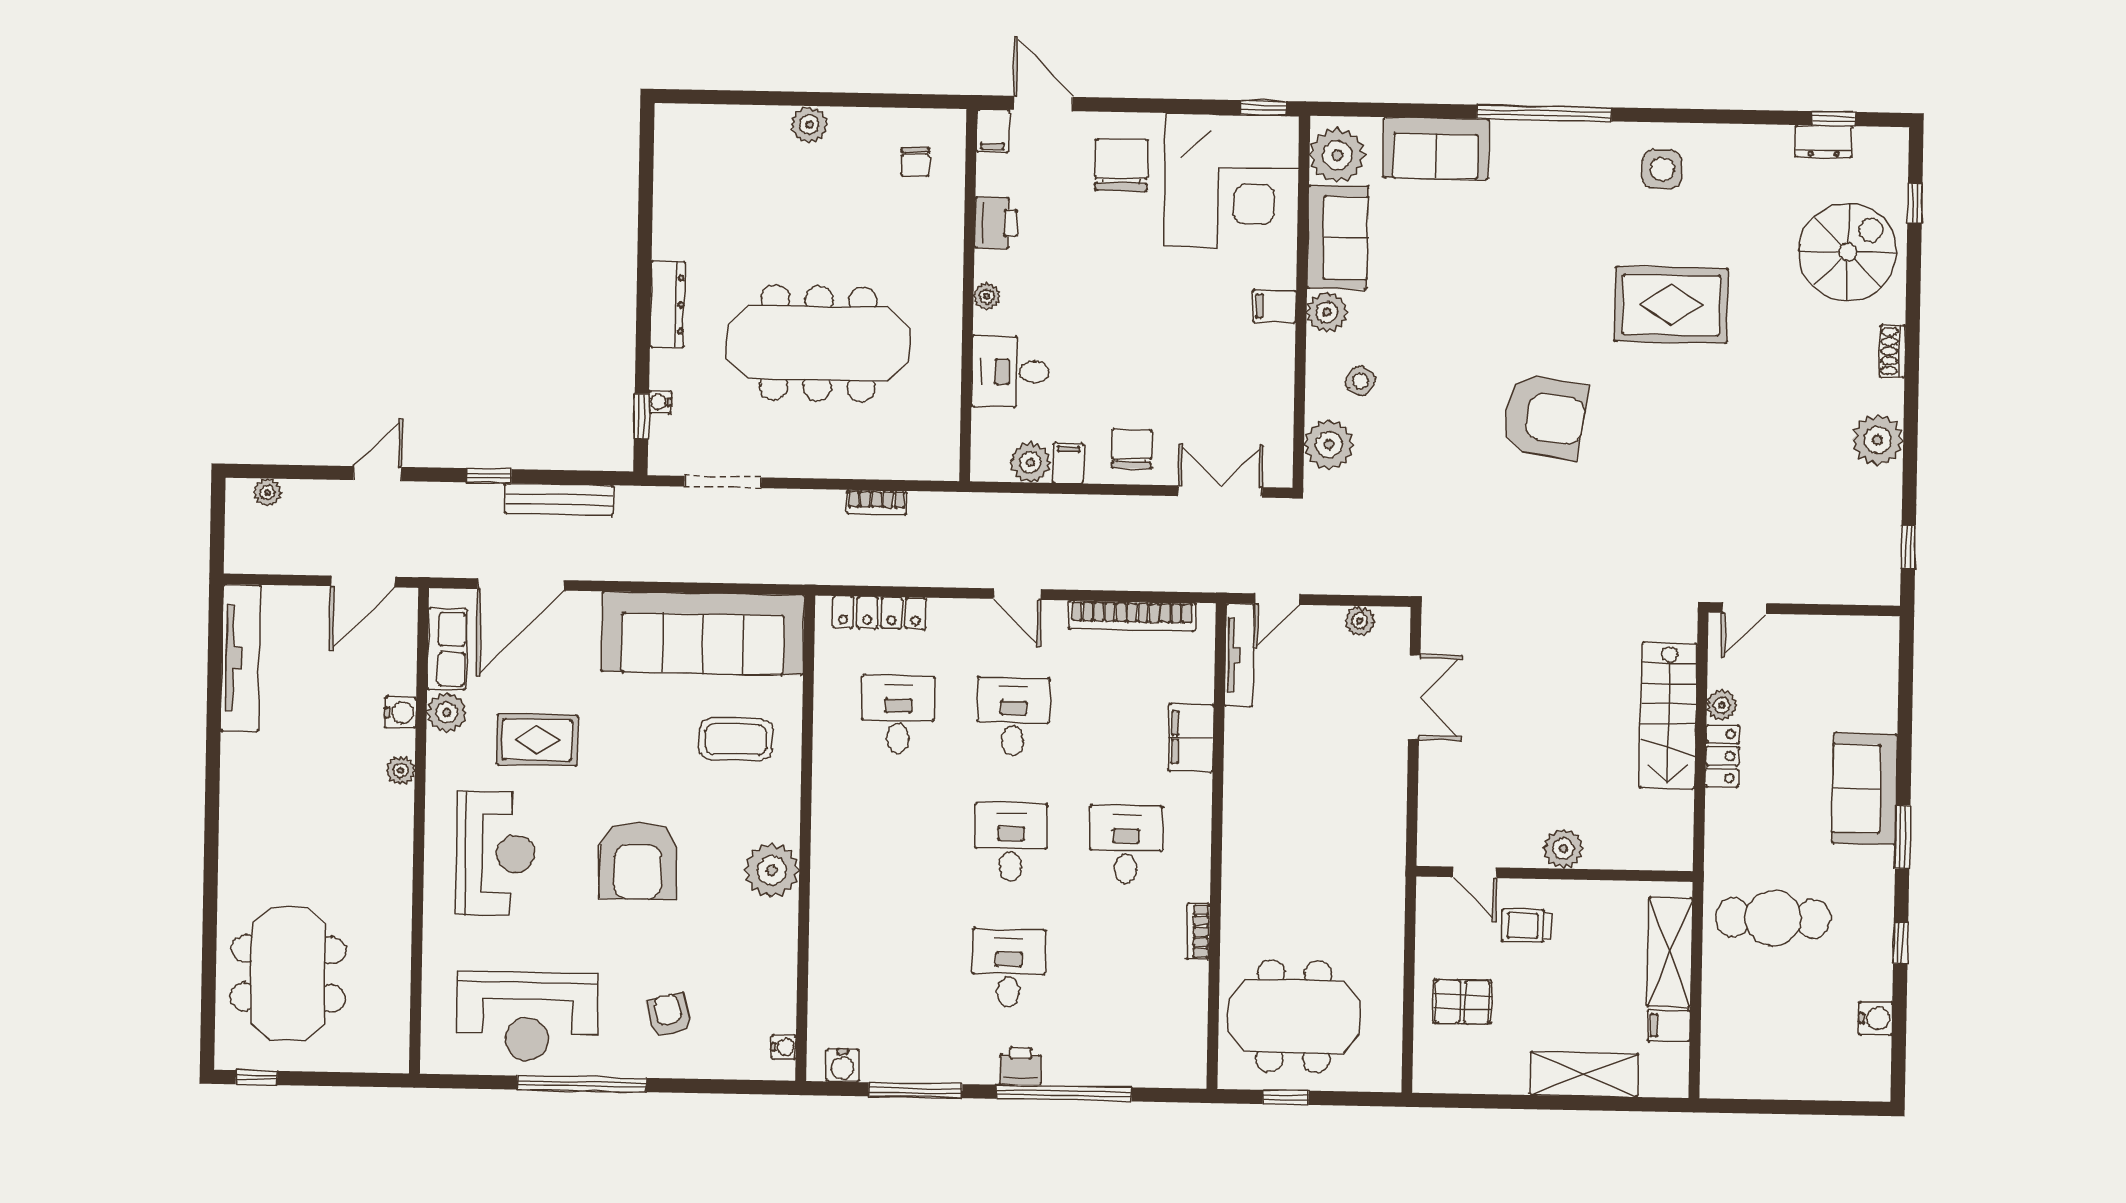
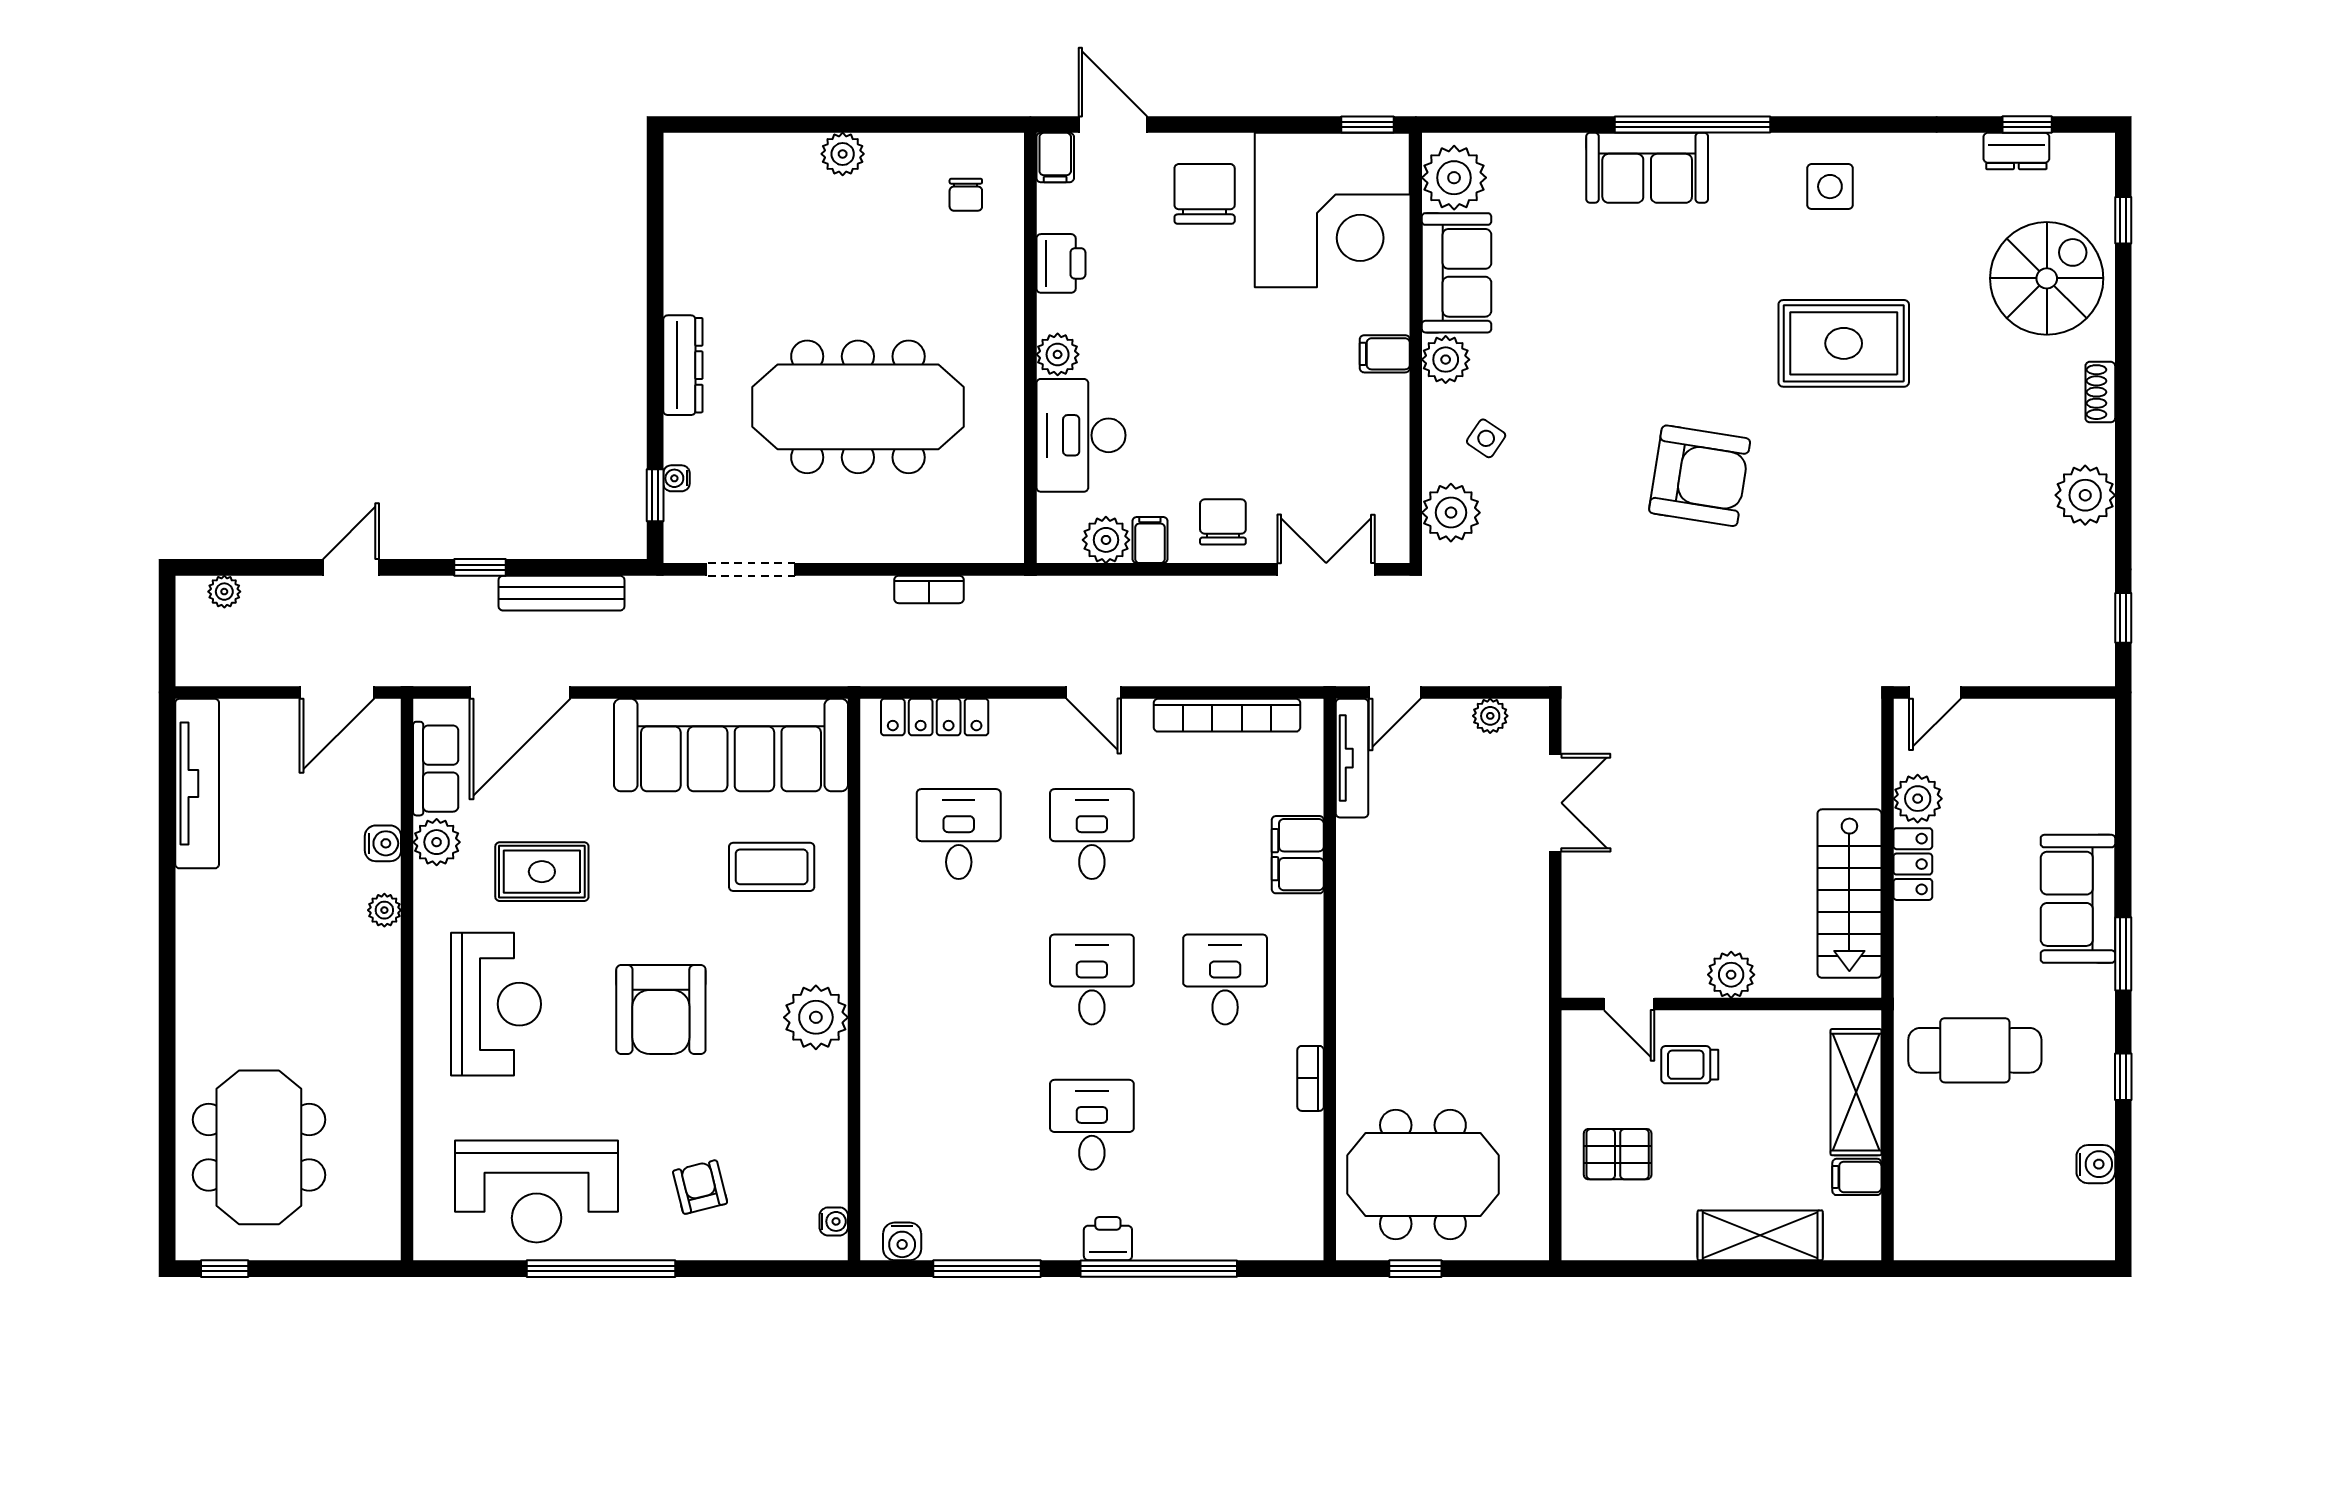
sofa: (1436, 148) -> (1647, 168), moved
plant: (987, 296) -> (1058, 354), width x1.38, depth x1.38
desk: (1010, 372) -> (1081, 435), width x1.37
plant: (1722, 705) -> (1918, 799), width x1.38, depth x1.38
stairs: (1668, 716) -> (1849, 894), moved

